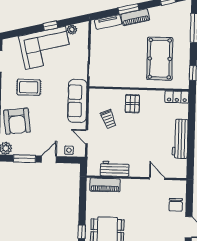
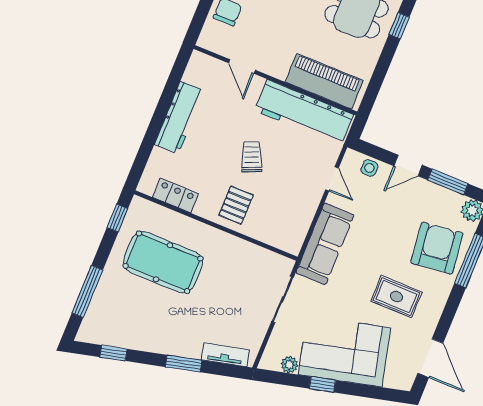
piano: (135, 17) -> (178, 346), removed
pool table: (160, 59) -> (163, 262), turned 90
locker: (177, 97) -> (176, 196), moved
trolley: (108, 119) -> (252, 157), moved
workbench: (115, 169) -> (304, 113), width x1.88, depth x1.32
piano: (105, 185) -> (324, 81), width x1.37, depth x1.33

